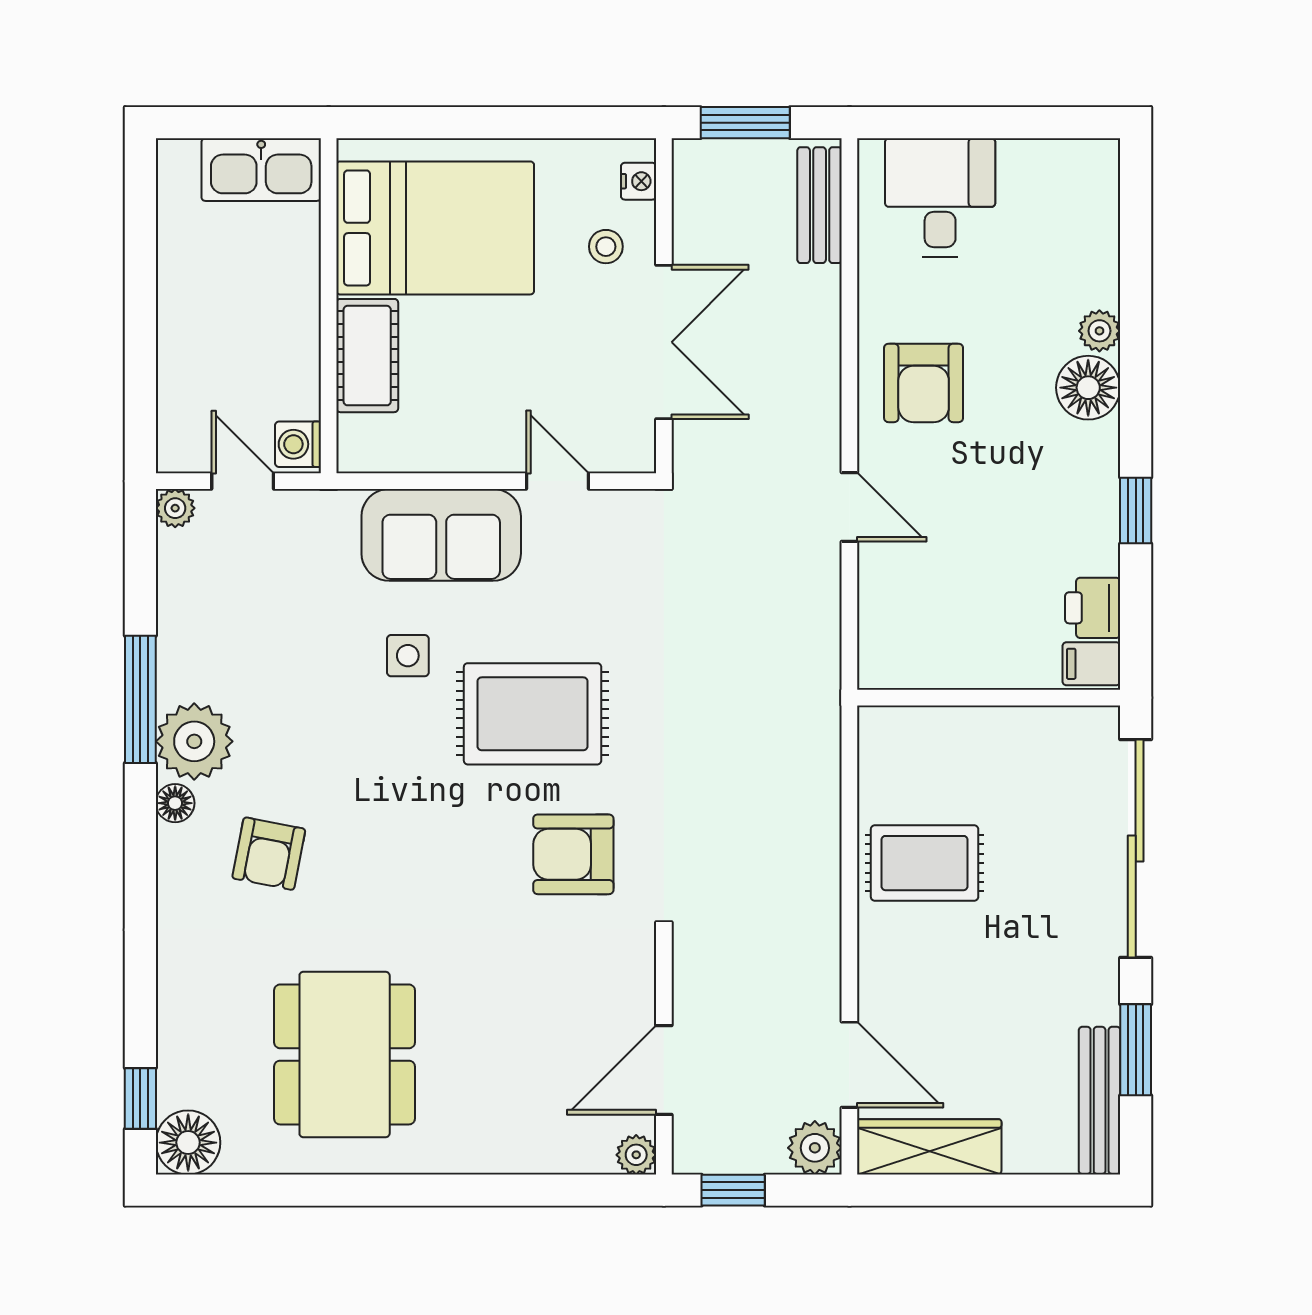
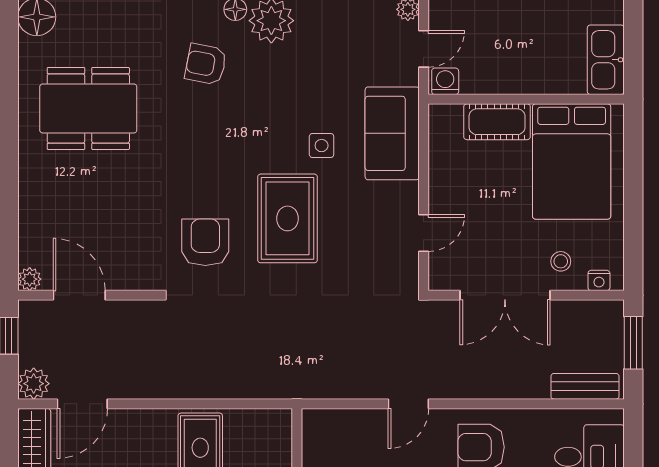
sofa: (441, 535) -> (392, 133), moved

